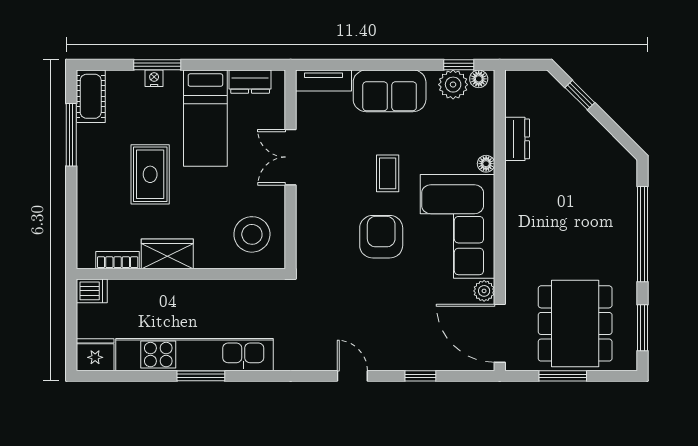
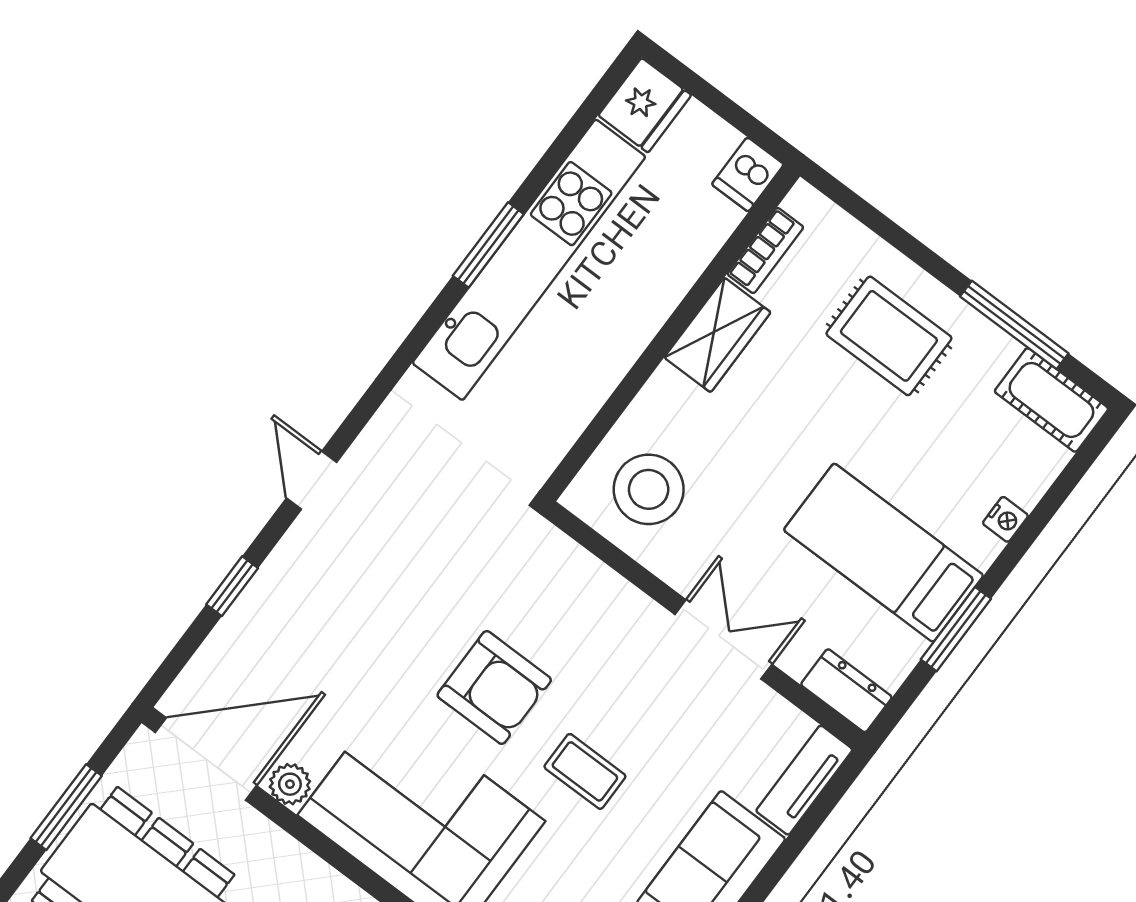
window: (157, 65) -> (956, 629), moved
dresser: (250, 82) -> (846, 691), moved, turned 90
rug: (150, 174) -> (889, 336), moved
door: (352, 376) -> (312, 480), swing flipped

